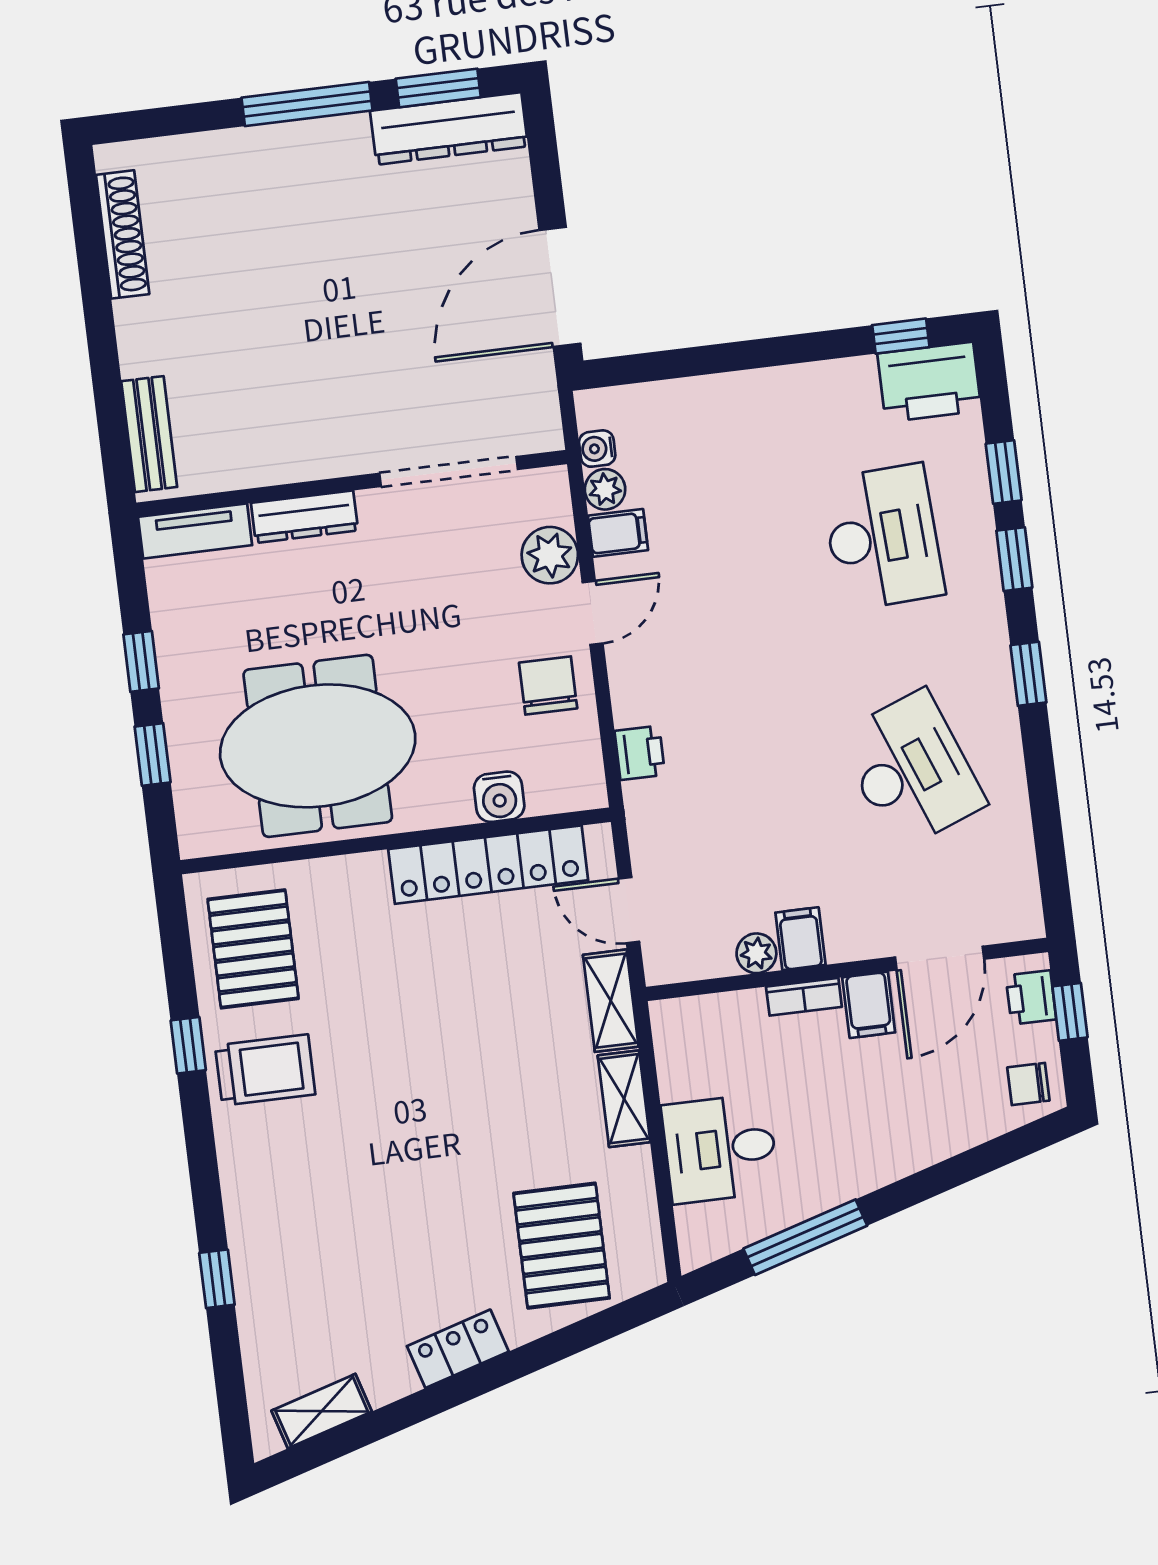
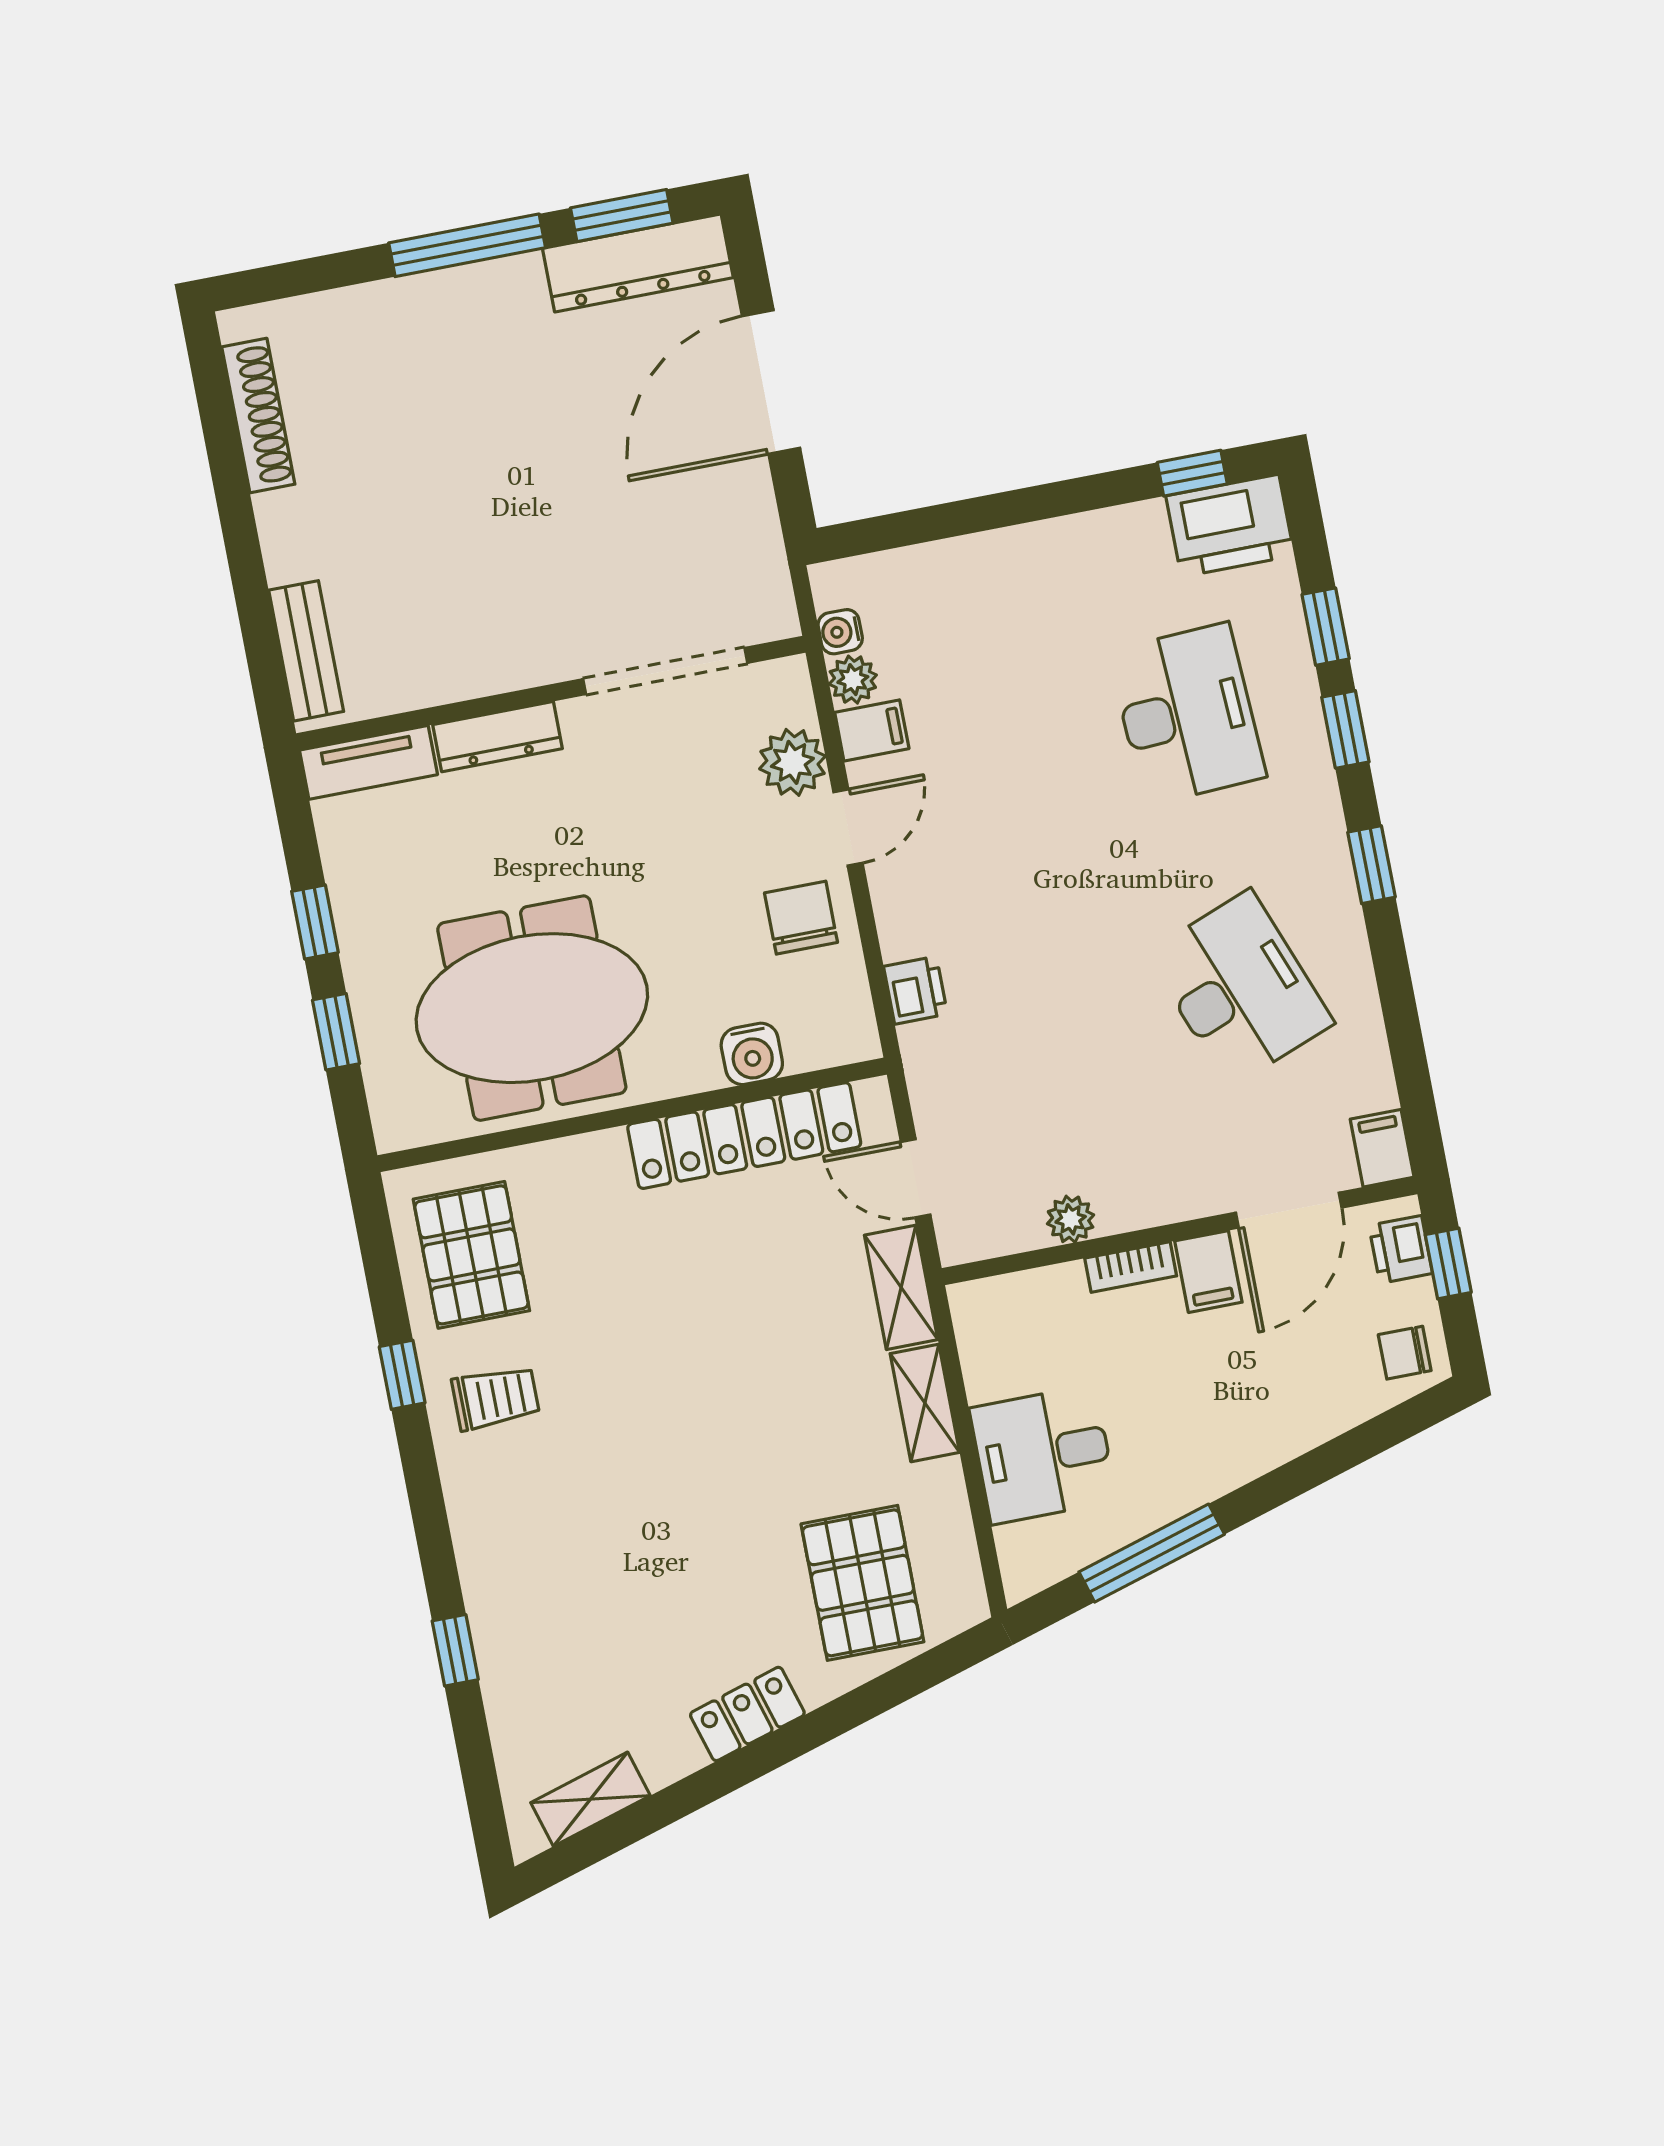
door: (560, 287) -> (771, 382), moved
filing cabinet: (800, 939) -> (1382, 1148), moved
trolley: (265, 1070) -> (496, 1398), width x0.73, depth x0.72

